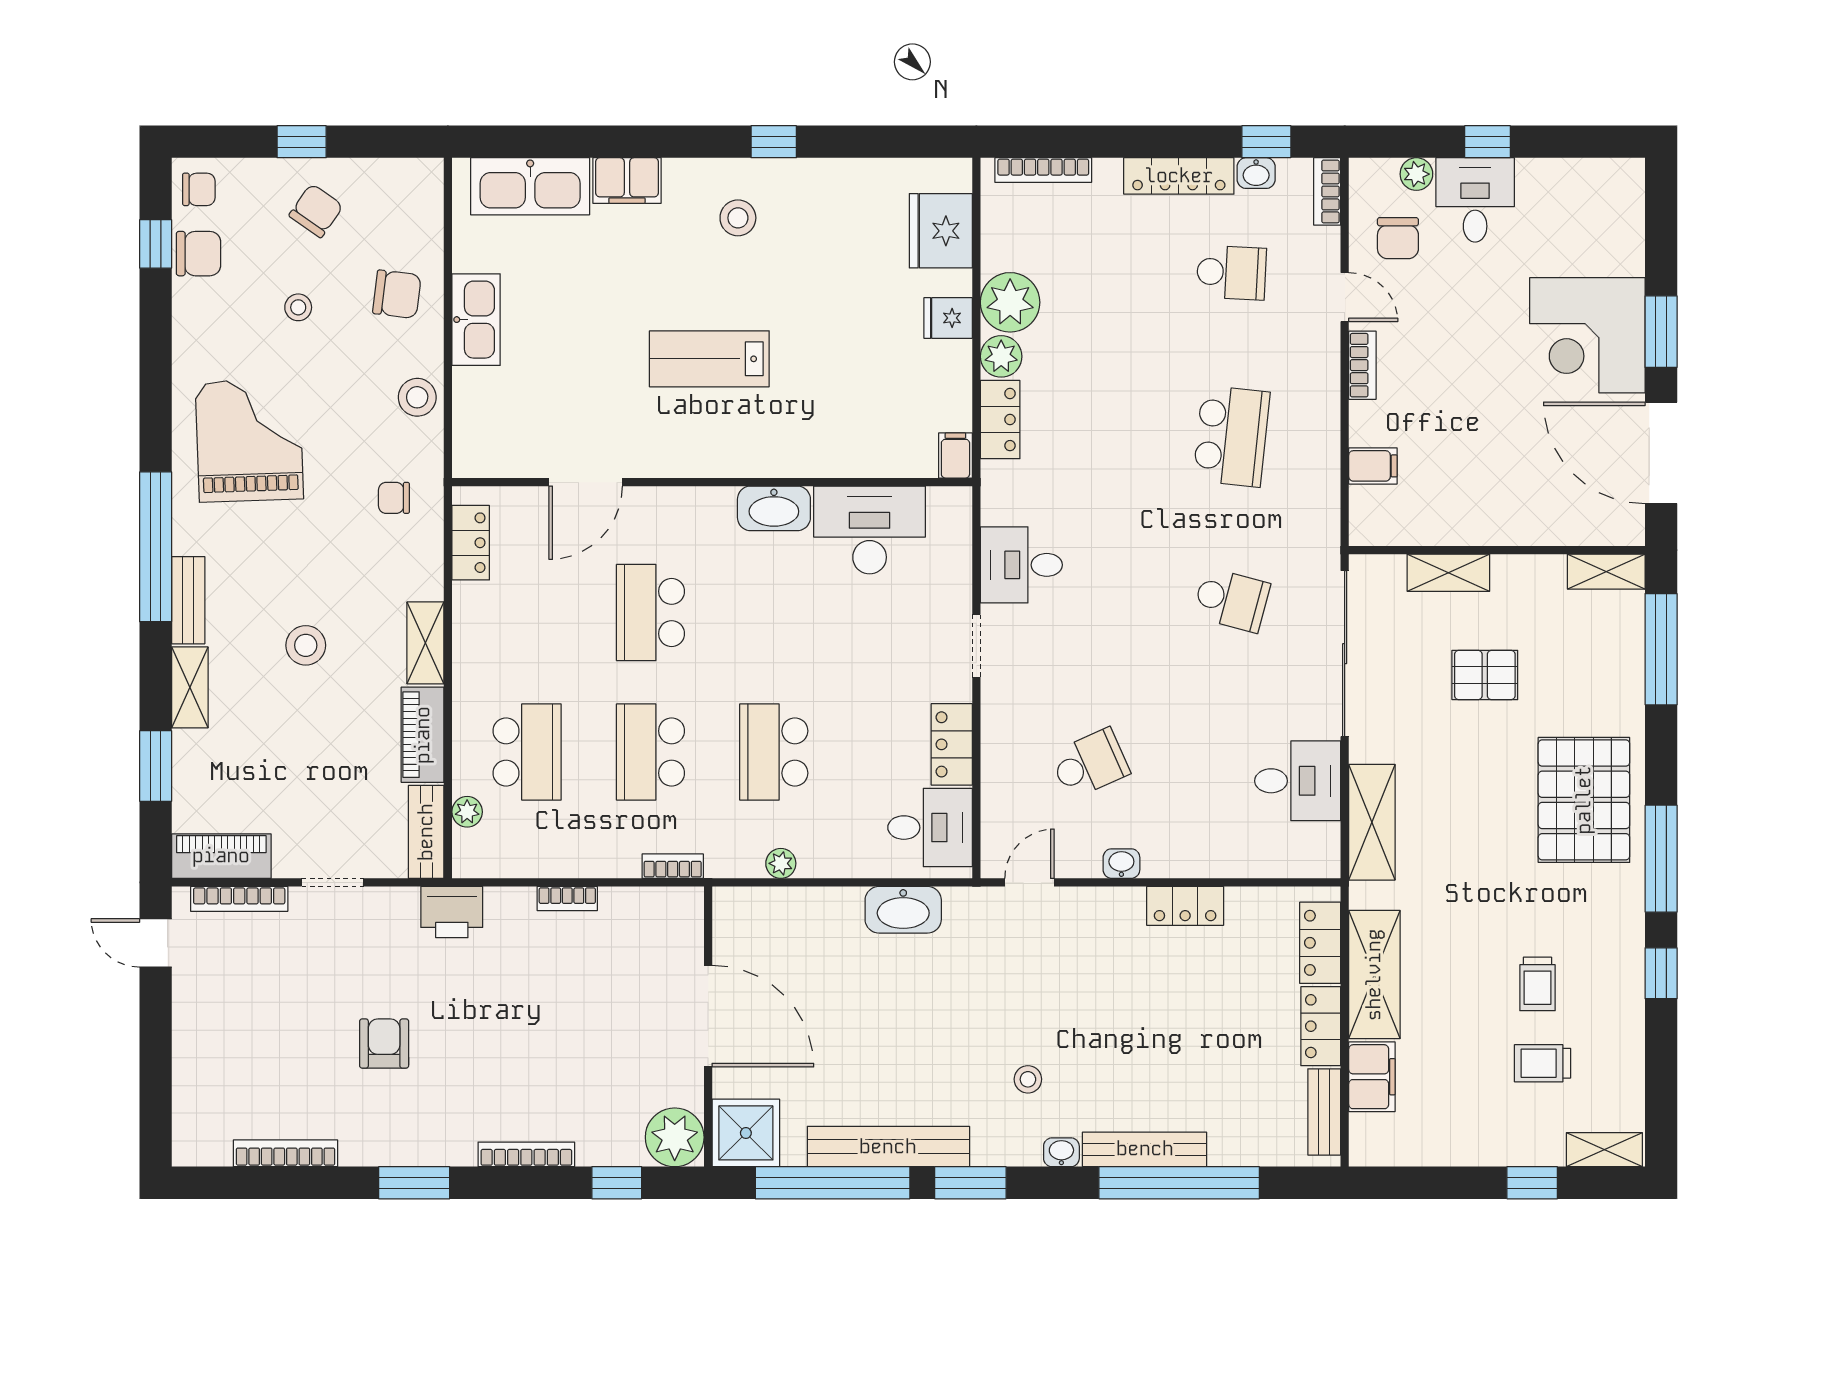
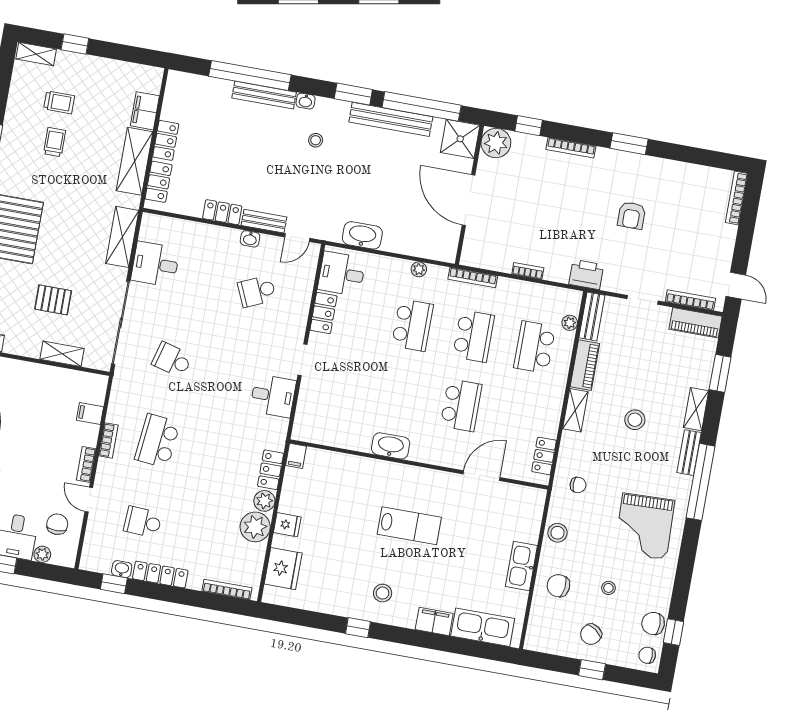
bookcase: (1327, 191) -> (108, 440), moved
desk: (870, 530) -> (345, 427), removed
bookcase: (673, 866) -> (473, 278), width x1.56
bench: (1324, 1112) -> (264, 221), moved, turned 90
bookcase: (286, 1153) -> (737, 198), moved, turned 90

